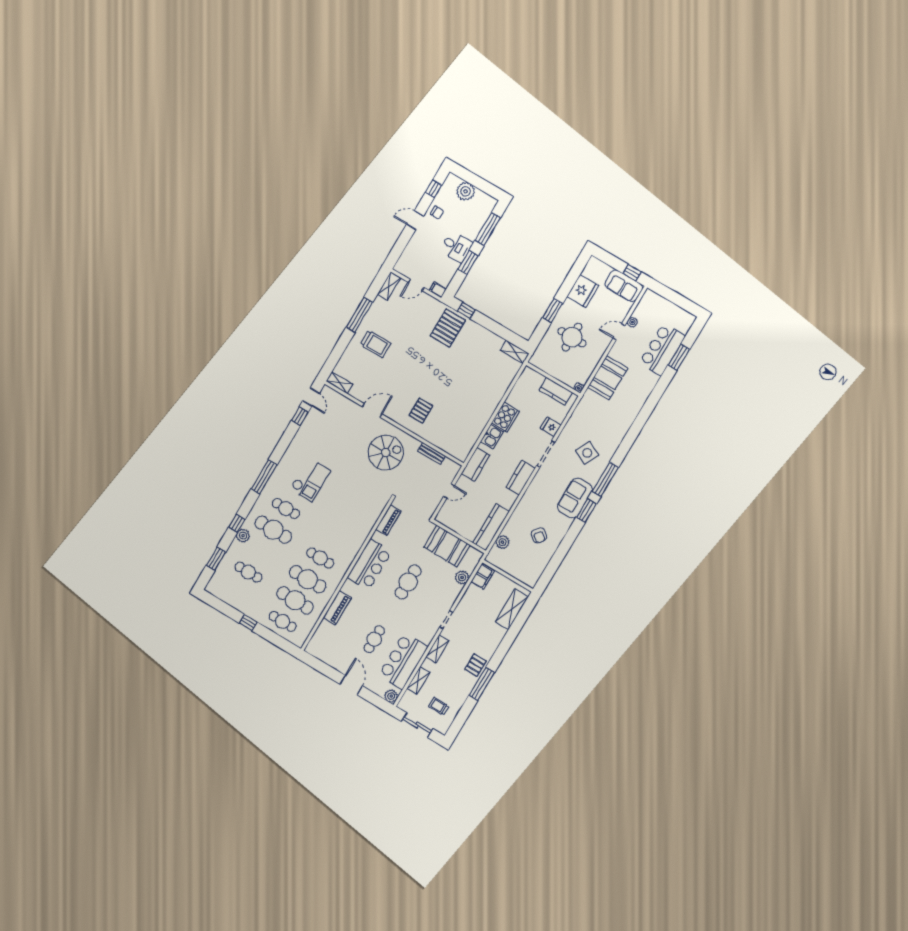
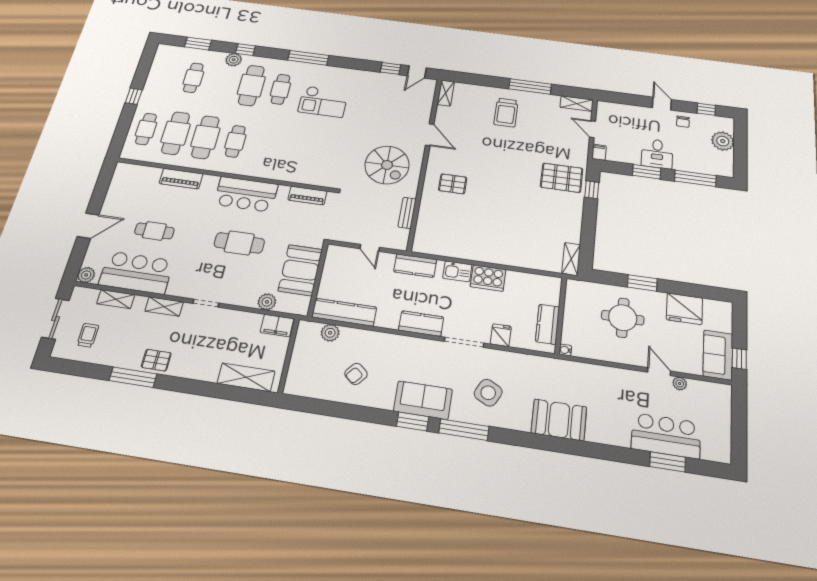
booth: (608, 378) -> (559, 420), moved

